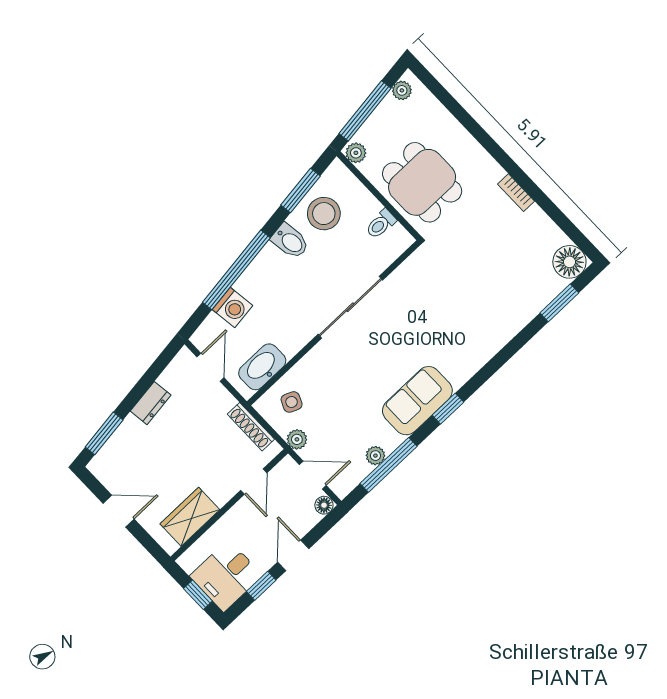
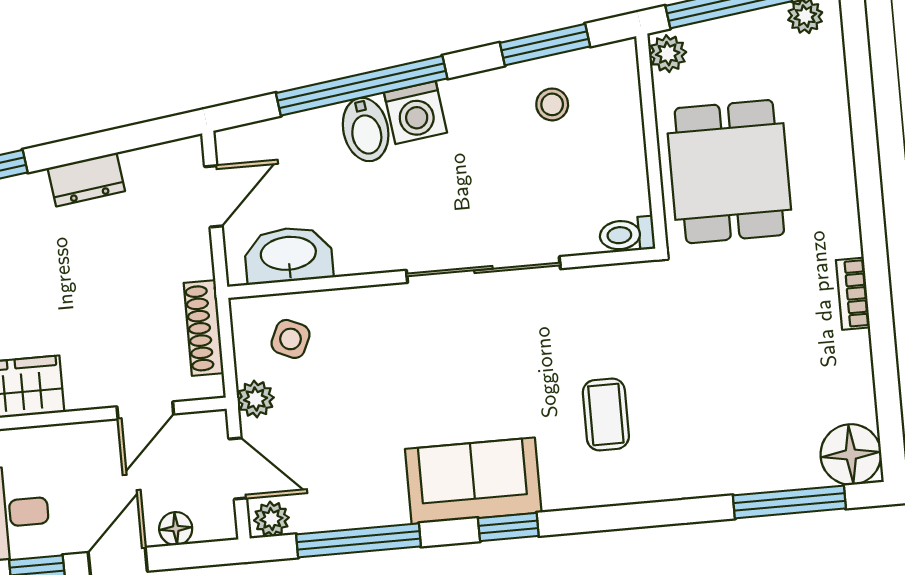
stool: (324, 214) -> (552, 104), width x0.53, depth x0.53
toilet: (381, 224) -> (627, 235), moved
bidet: (290, 241) -> (366, 129), moved
window: (559, 303) -> (789, 502), width x1.44
washing machine: (232, 308) -> (416, 113), moved
coffee table: (451, 328) -> (606, 414), added
plant: (375, 456) -> (271, 519), moved
floor lamp: (324, 505) -> (176, 529), moved

